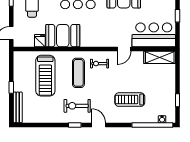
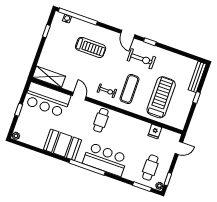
cafe table: (95, 33) -> (101, 120), added
booth: (63, 36) -> (132, 129), removed
door: (124, 49) -> (79, 96), hinge flipped

